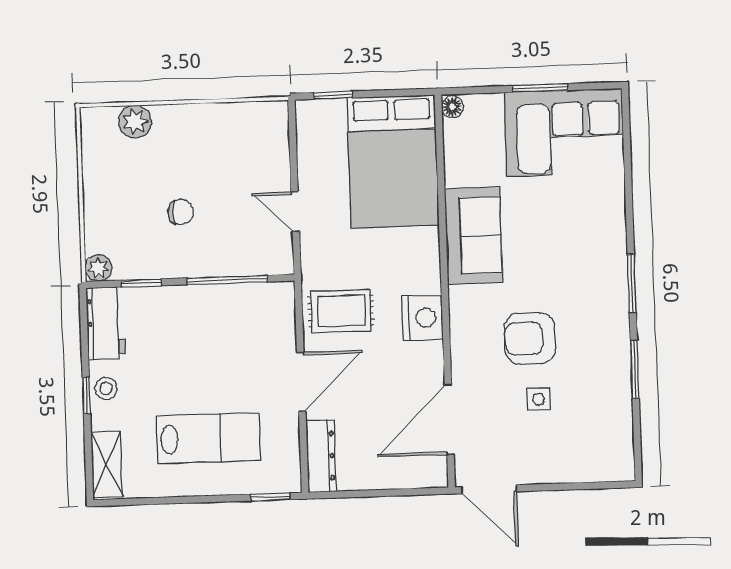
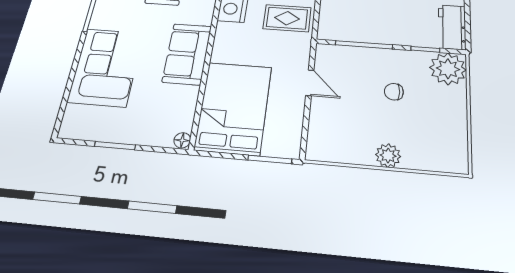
window: (333, 95) -> (270, 159), width x1.50
plant: (135, 122) -> (388, 156), moved
corner sofa: (564, 132) -> (106, 67), moved, turned 90
plant: (98, 268) -> (448, 69), width x1.88, depth x1.88

